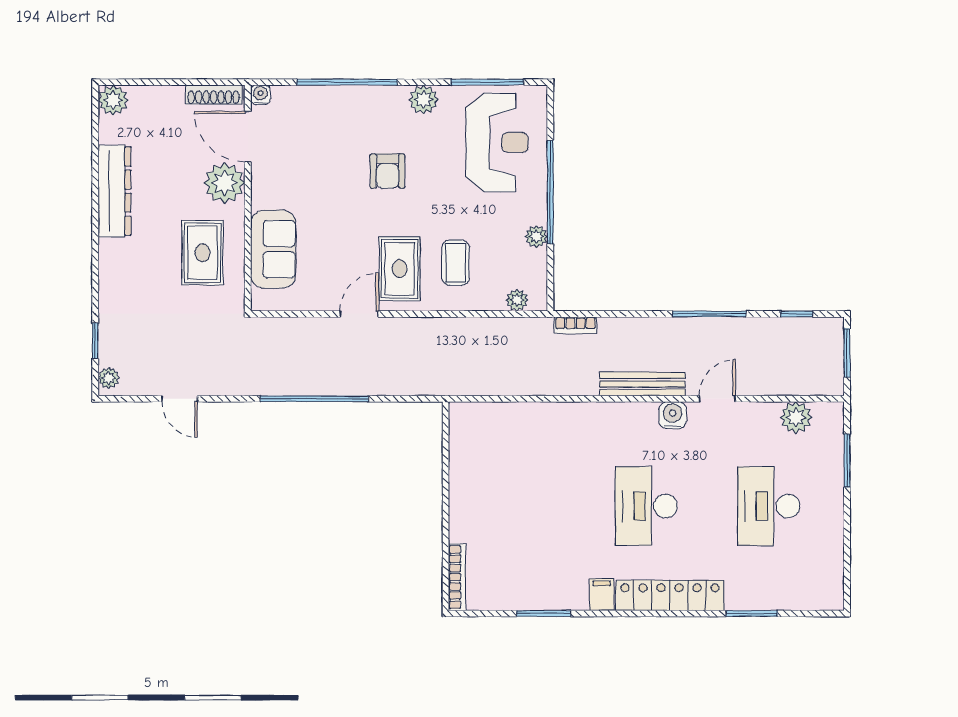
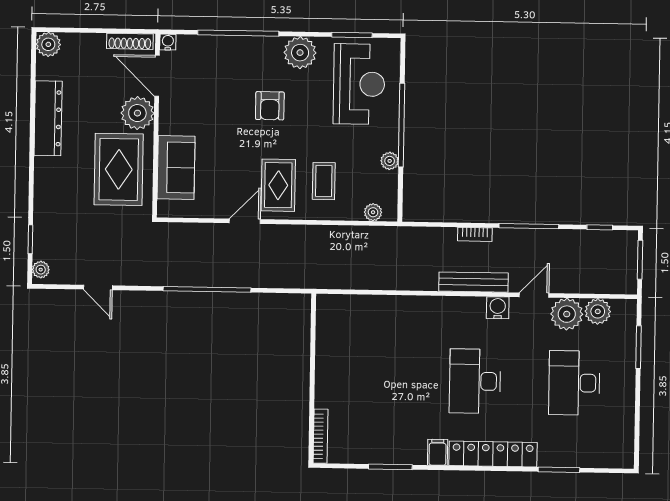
window: (487, 82) -> (352, 35), width x0.69
plant: (424, 100) -> (300, 53), width x1.36, depth x1.36
rug: (203, 253) -> (119, 169), width x1.36, depth x1.43
bookcase: (576, 325) -> (475, 234), moved
plant: (758, 421) -> (567, 314), added

